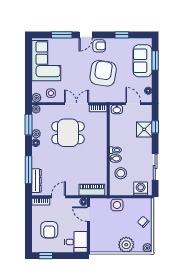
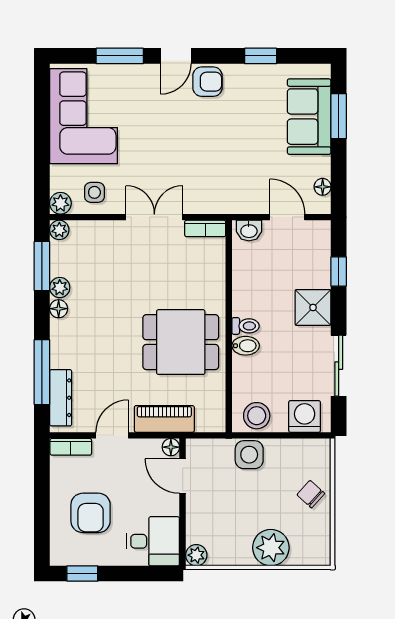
armchair: (103, 73) -> (217, 146), removed
shower: (144, 129) -> (313, 307), moved
dining table: (68, 133) -> (181, 342), moved
stool: (121, 173) -> (257, 416), moved
piano: (92, 190) -> (164, 419), moved
plant: (147, 248) -> (196, 555), moved

